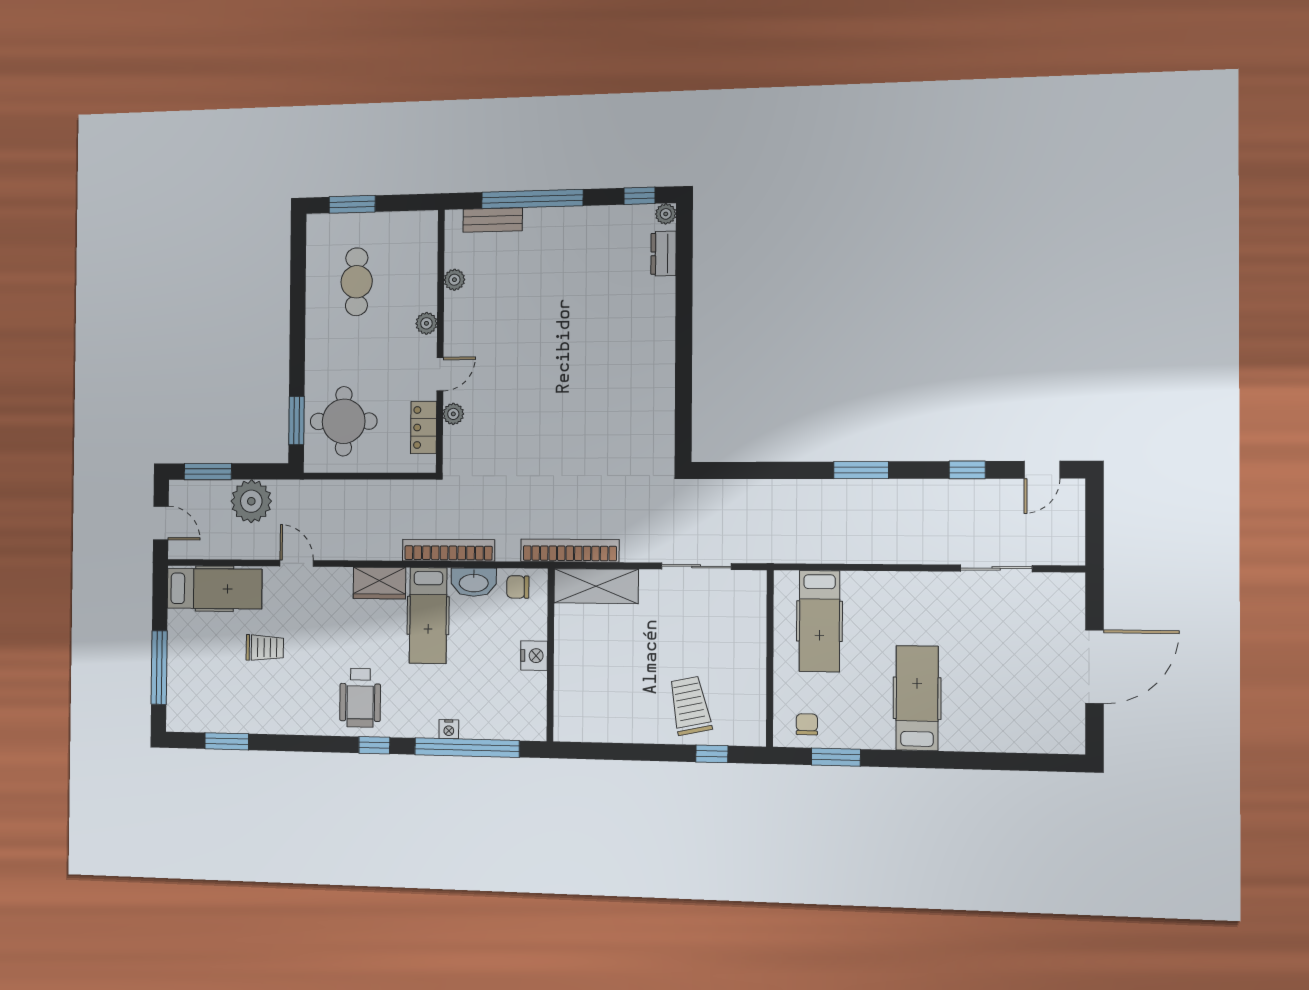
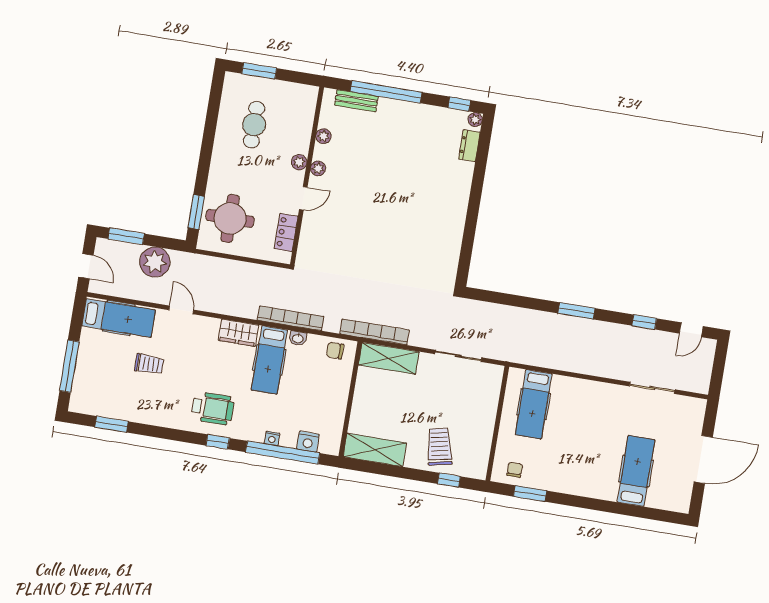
plant: (453, 414) -> (318, 168), moved
washbasin: (474, 582) -> (298, 338), width x0.52, depth x0.69
nightstand: (534, 656) -> (308, 442), moved, turned 90
wheelchair: (360, 698) -> (213, 408), turned -90
hospital bed: (917, 698) -> (636, 471), moved
shelving: (597, 724) -> (375, 450), added

